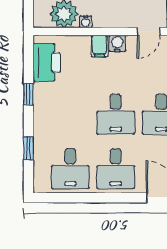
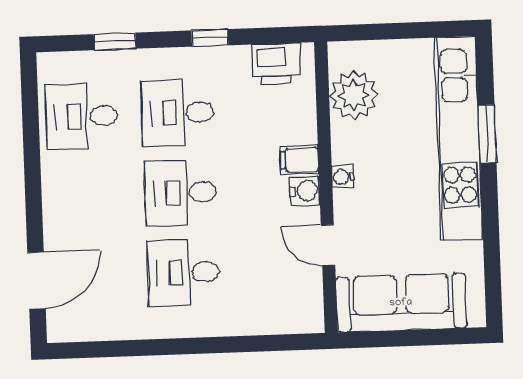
water cooler: (86, 22) -> (343, 177), moved
printer: (47, 62) -> (276, 64), width x0.73, depth x0.84
desk: (116, 169) -> (178, 113), moved

